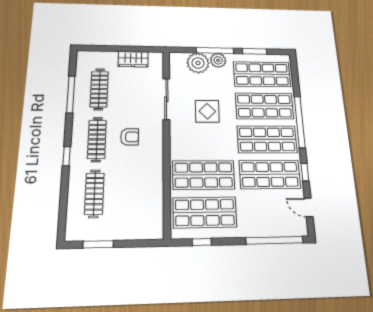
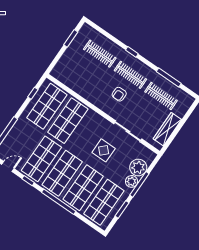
wardrobe: (133, 59) -> (167, 129), width x1.50

